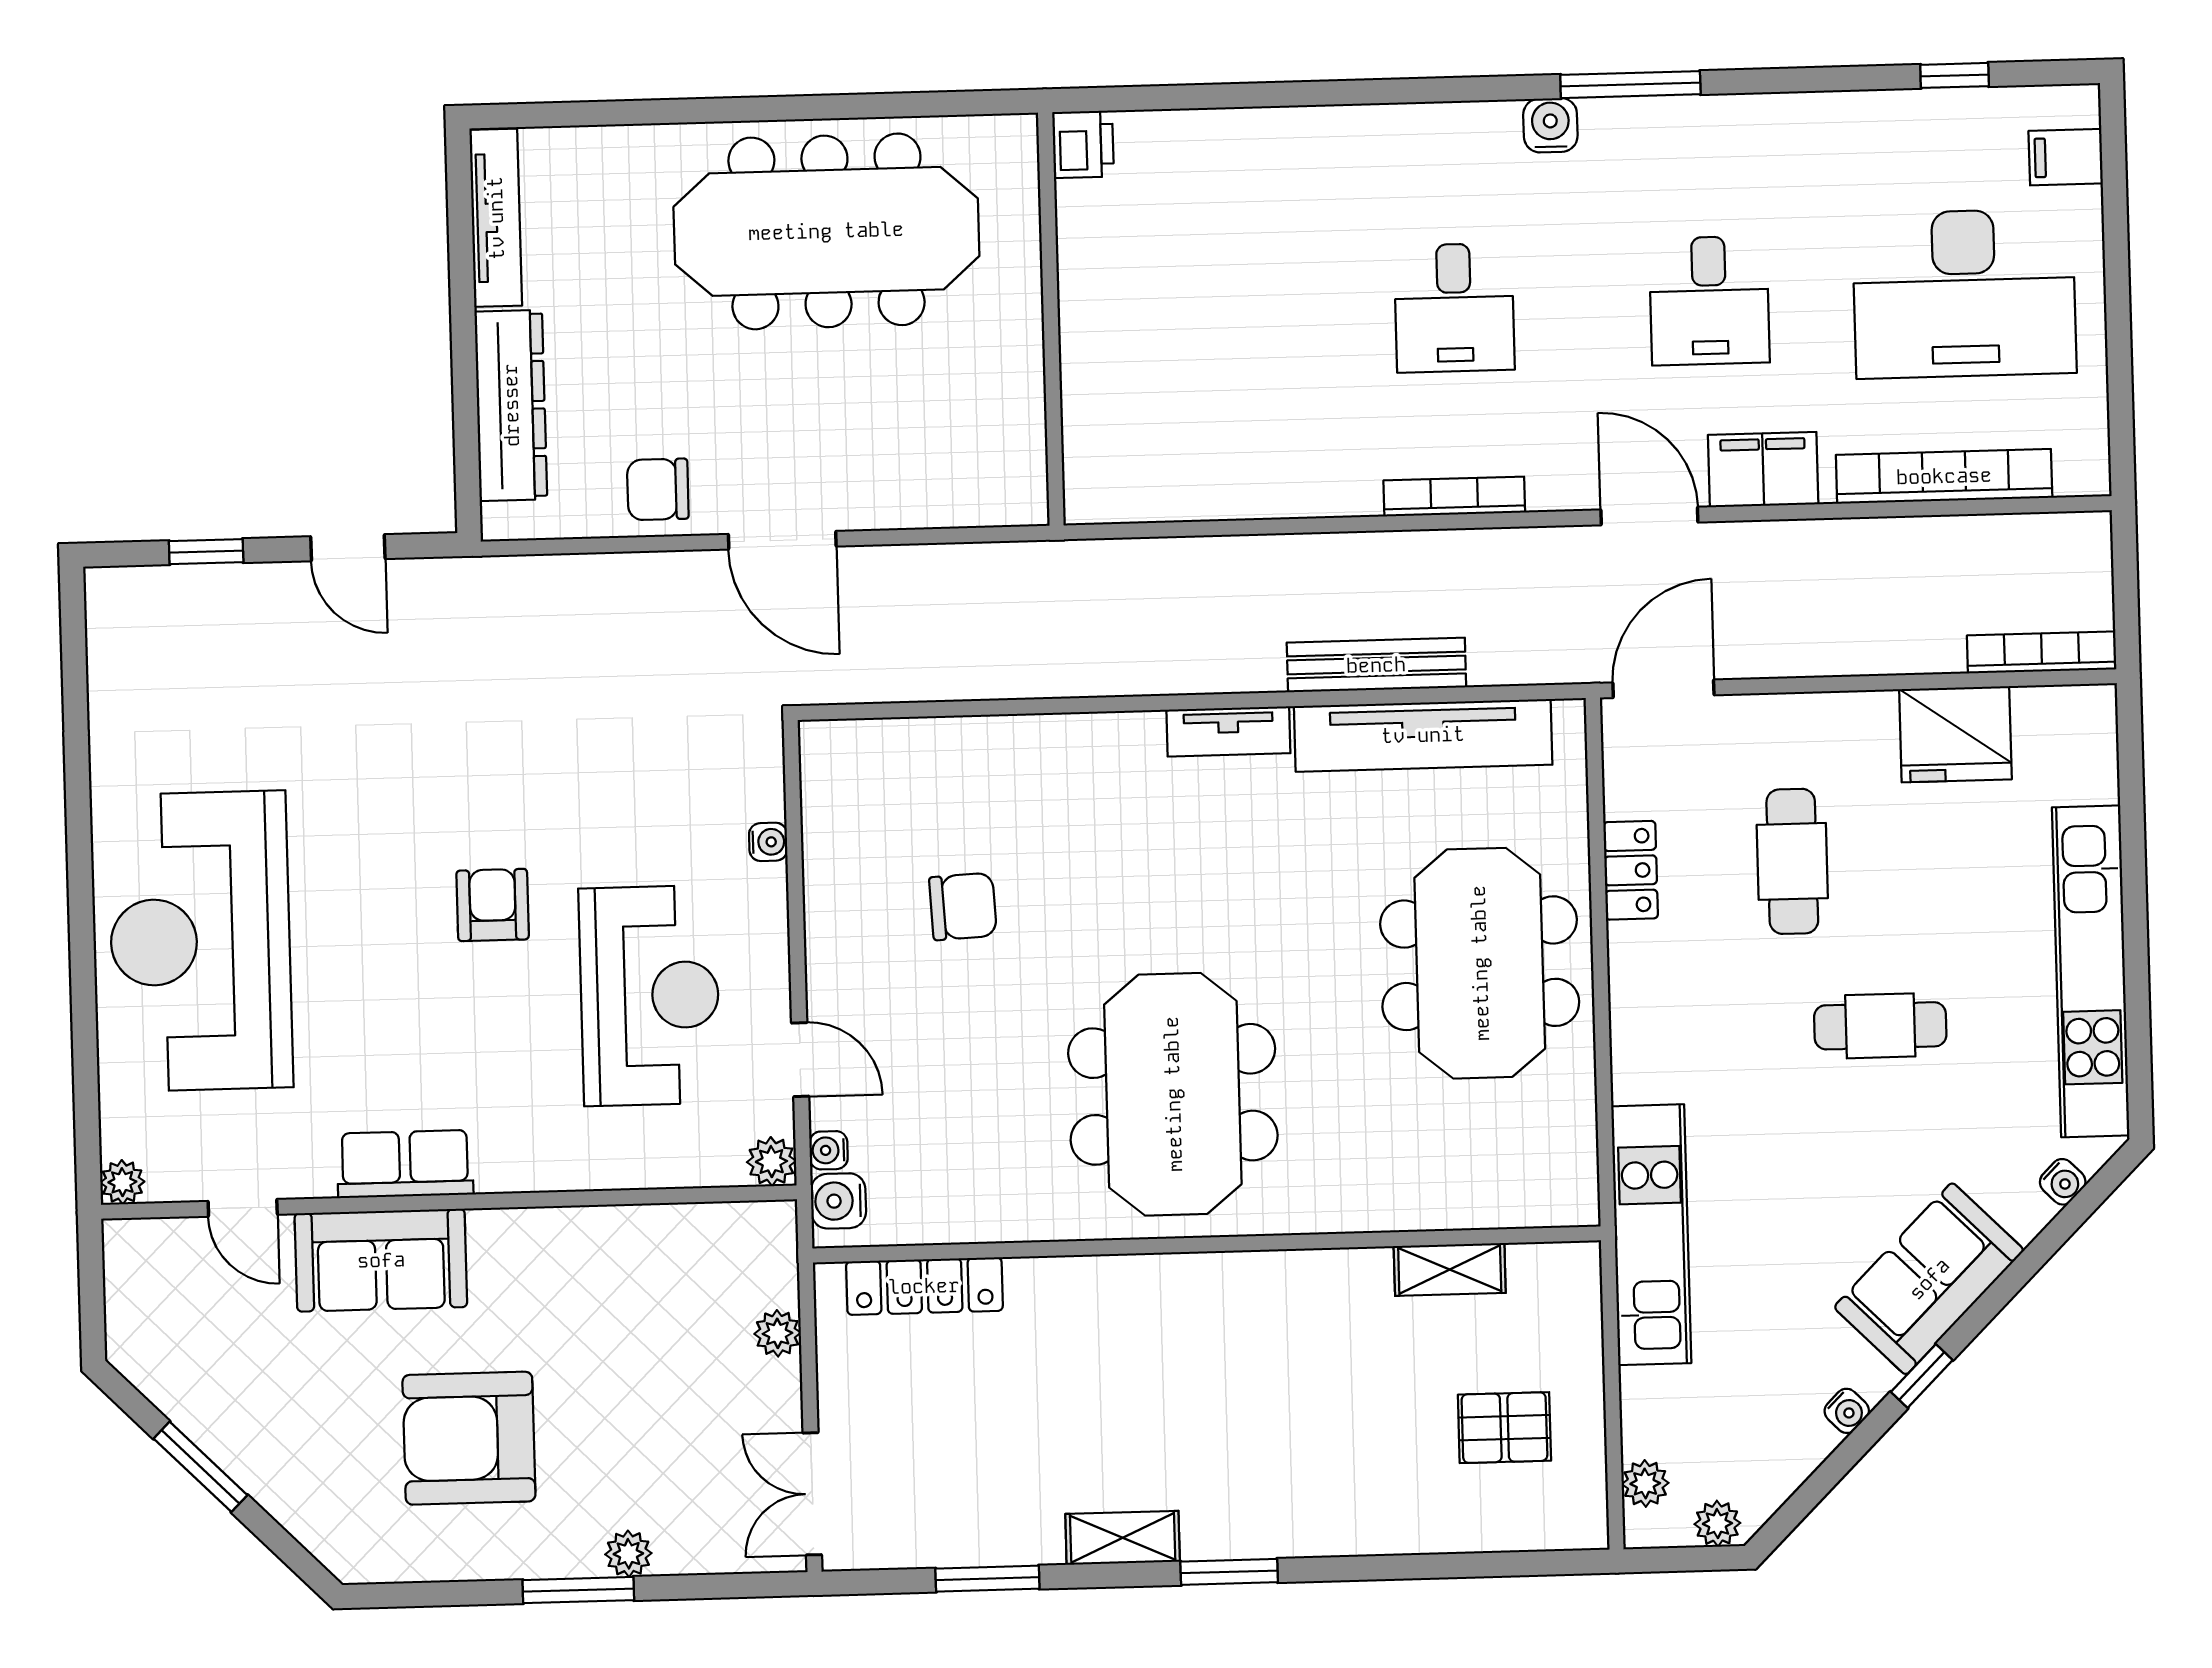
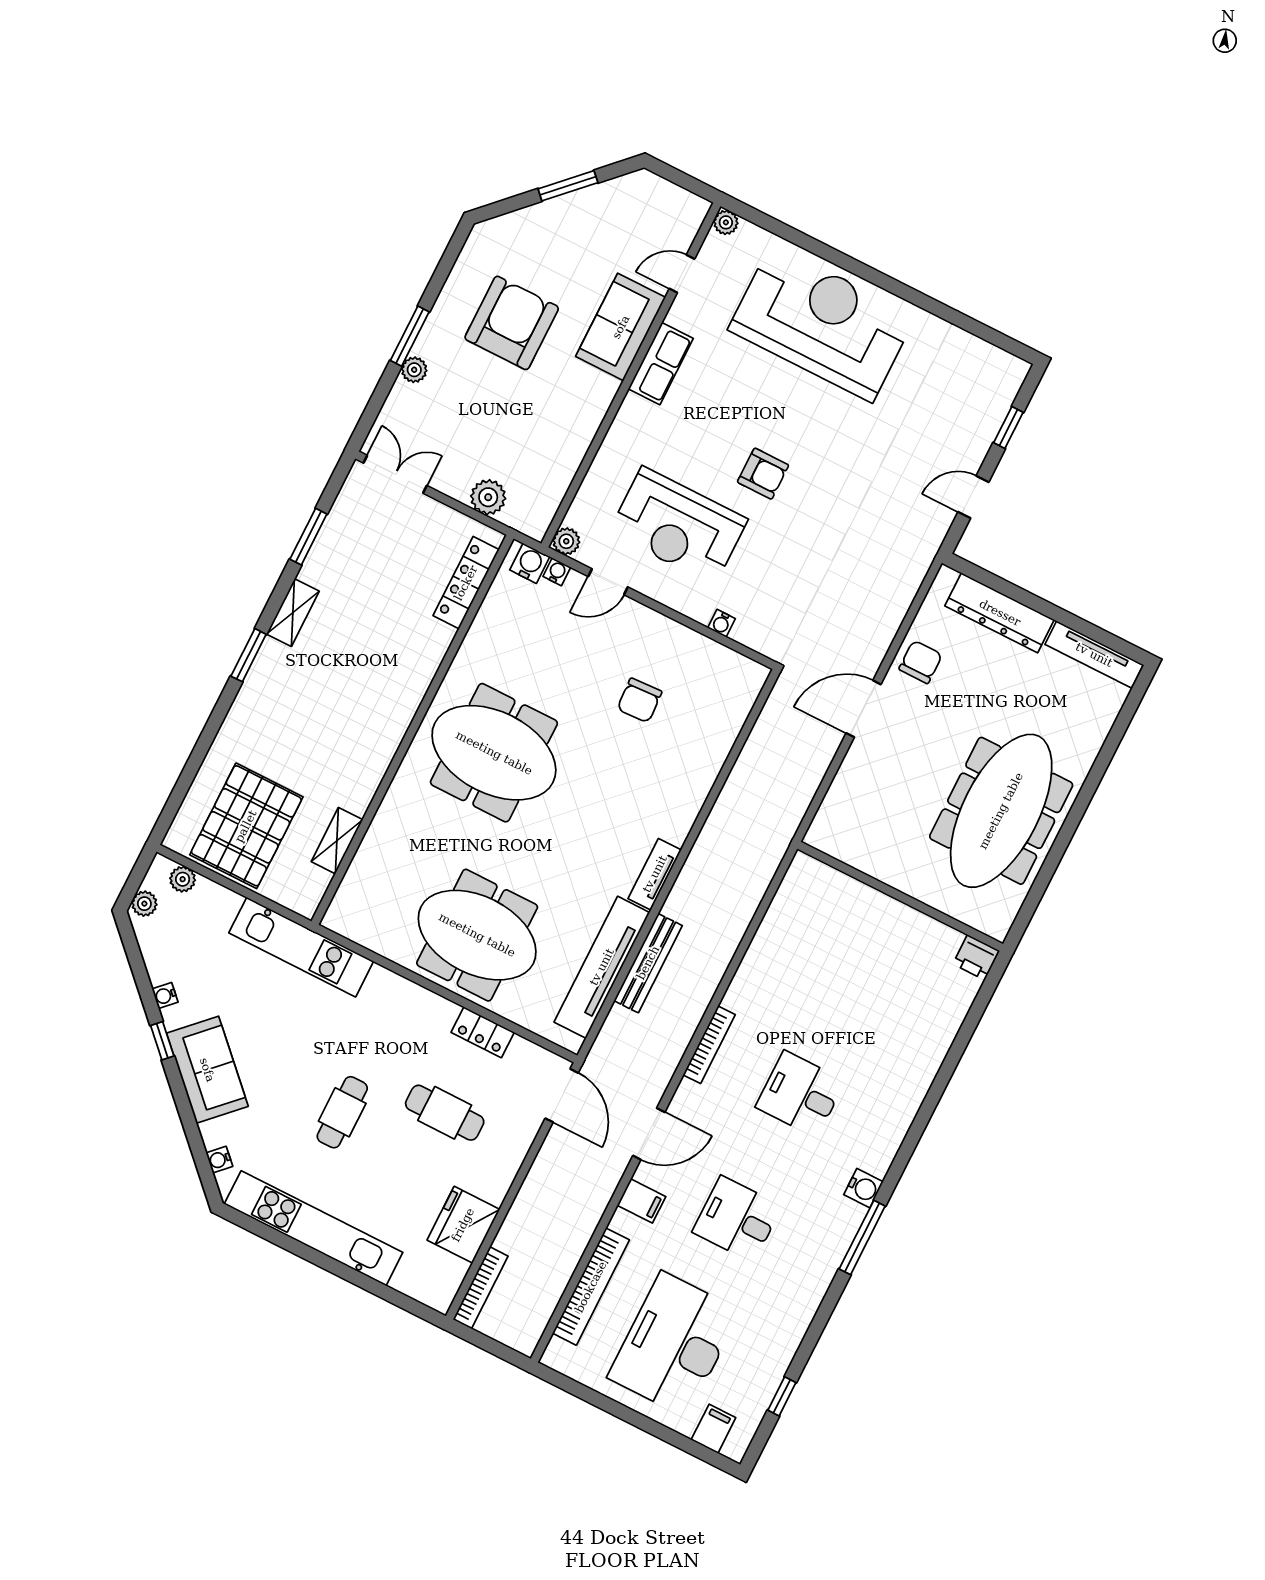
filing cabinet: (1763, 470) -> (641, 1201), width x0.50
plant: (777, 1333) -> (488, 497), width x1.38, depth x1.38
pallet: (1504, 1428) -> (246, 826), width x2.05, depth x2.00

